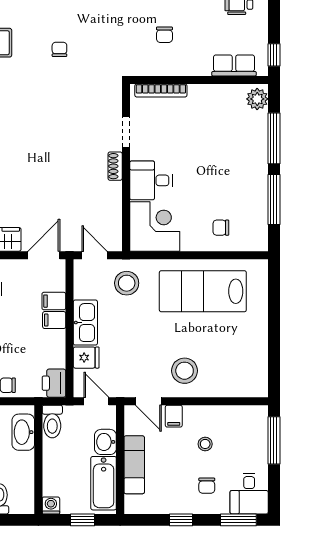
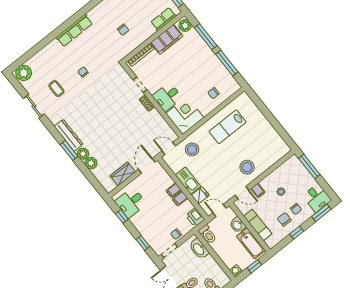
filing cabinet: (215, 98) -> (167, 39), added
lab bench: (203, 291) -> (228, 127), width x0.73, depth x0.72
filing cabinet: (54, 301) -> (180, 198), moved
chair: (178, 487) -> (284, 219), added

